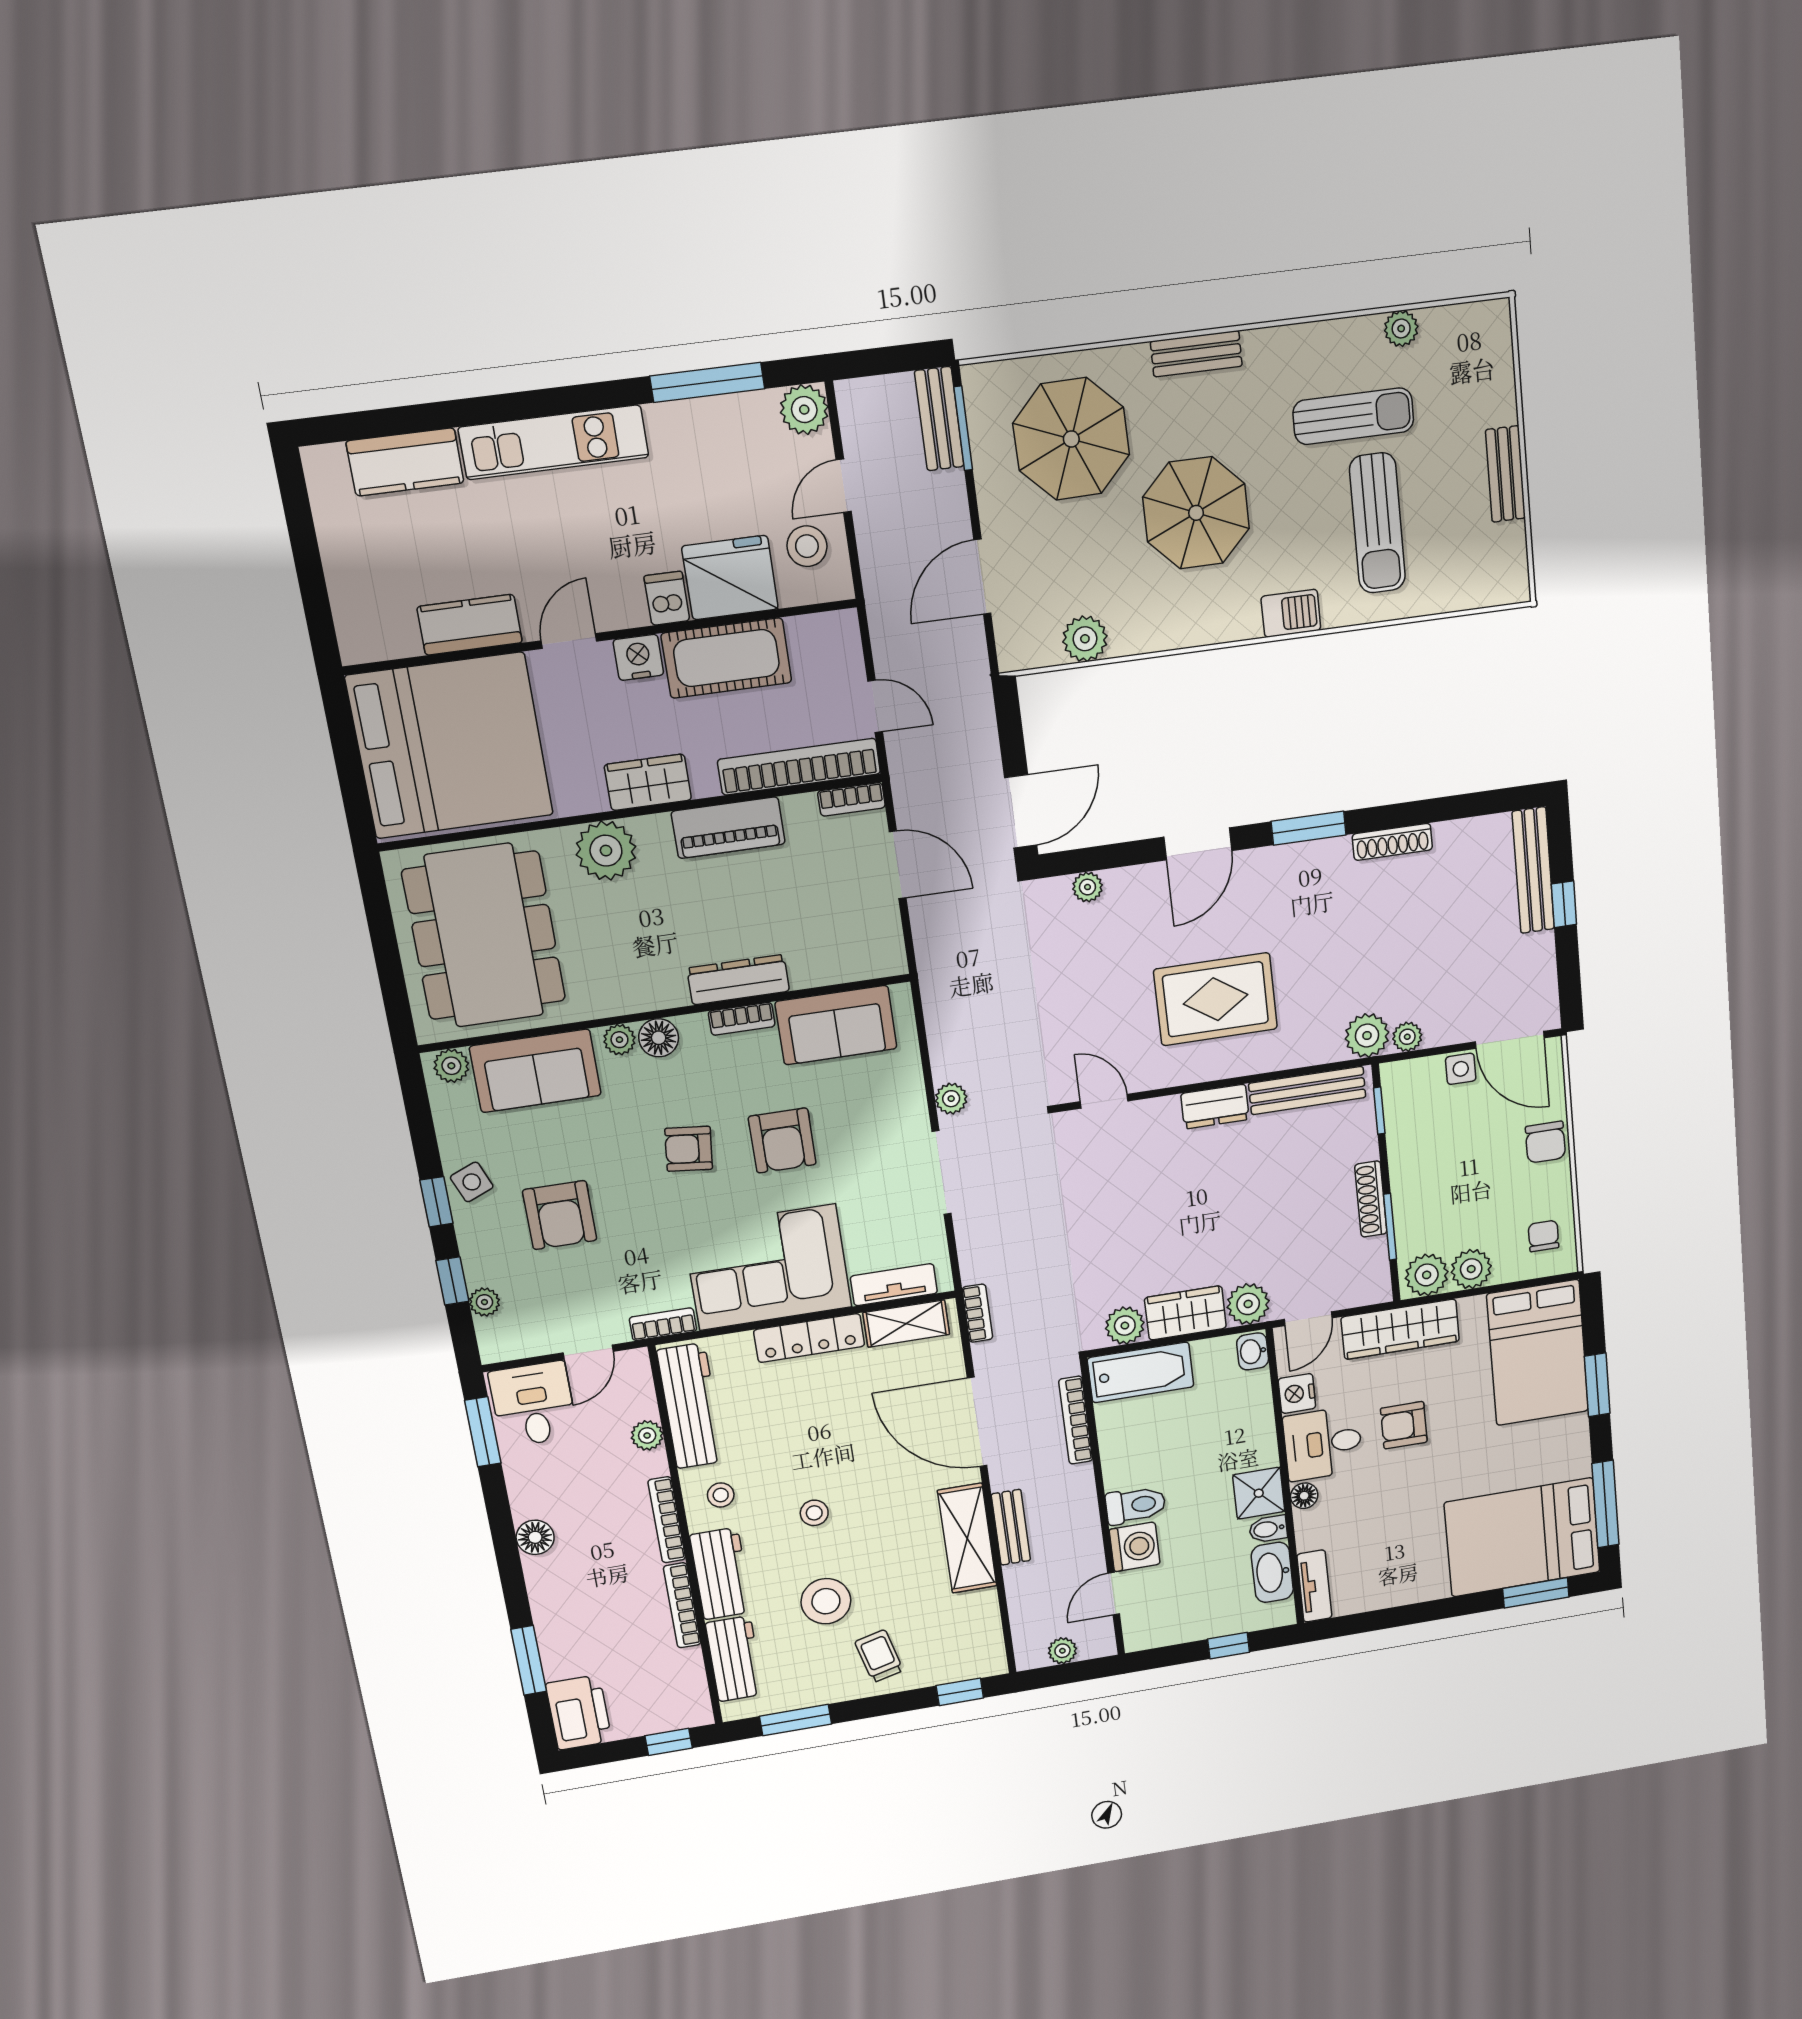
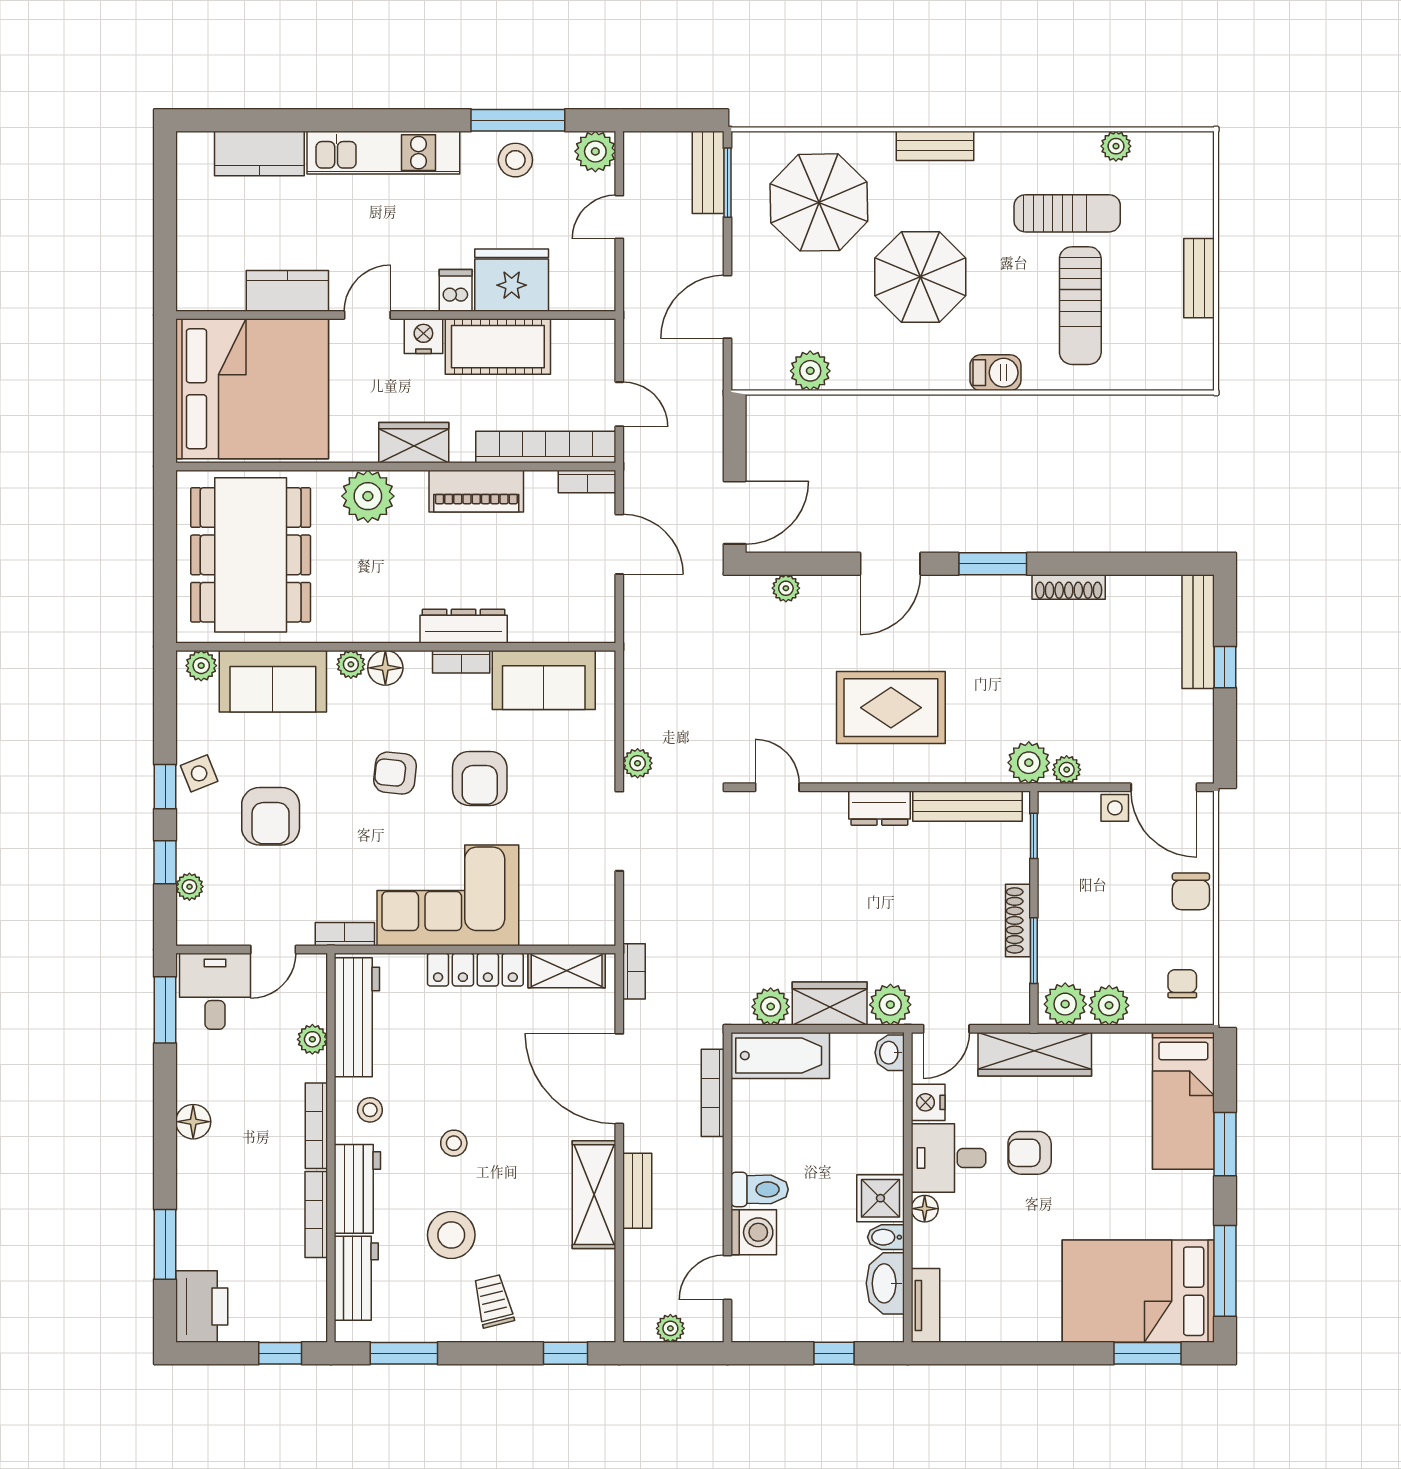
stool: (807, 546) -> (515, 160), moved
tv unit: (894, 1285) -> (561, 931), removed
bed: (1538, 1353) -> (1183, 1101), width x0.67

